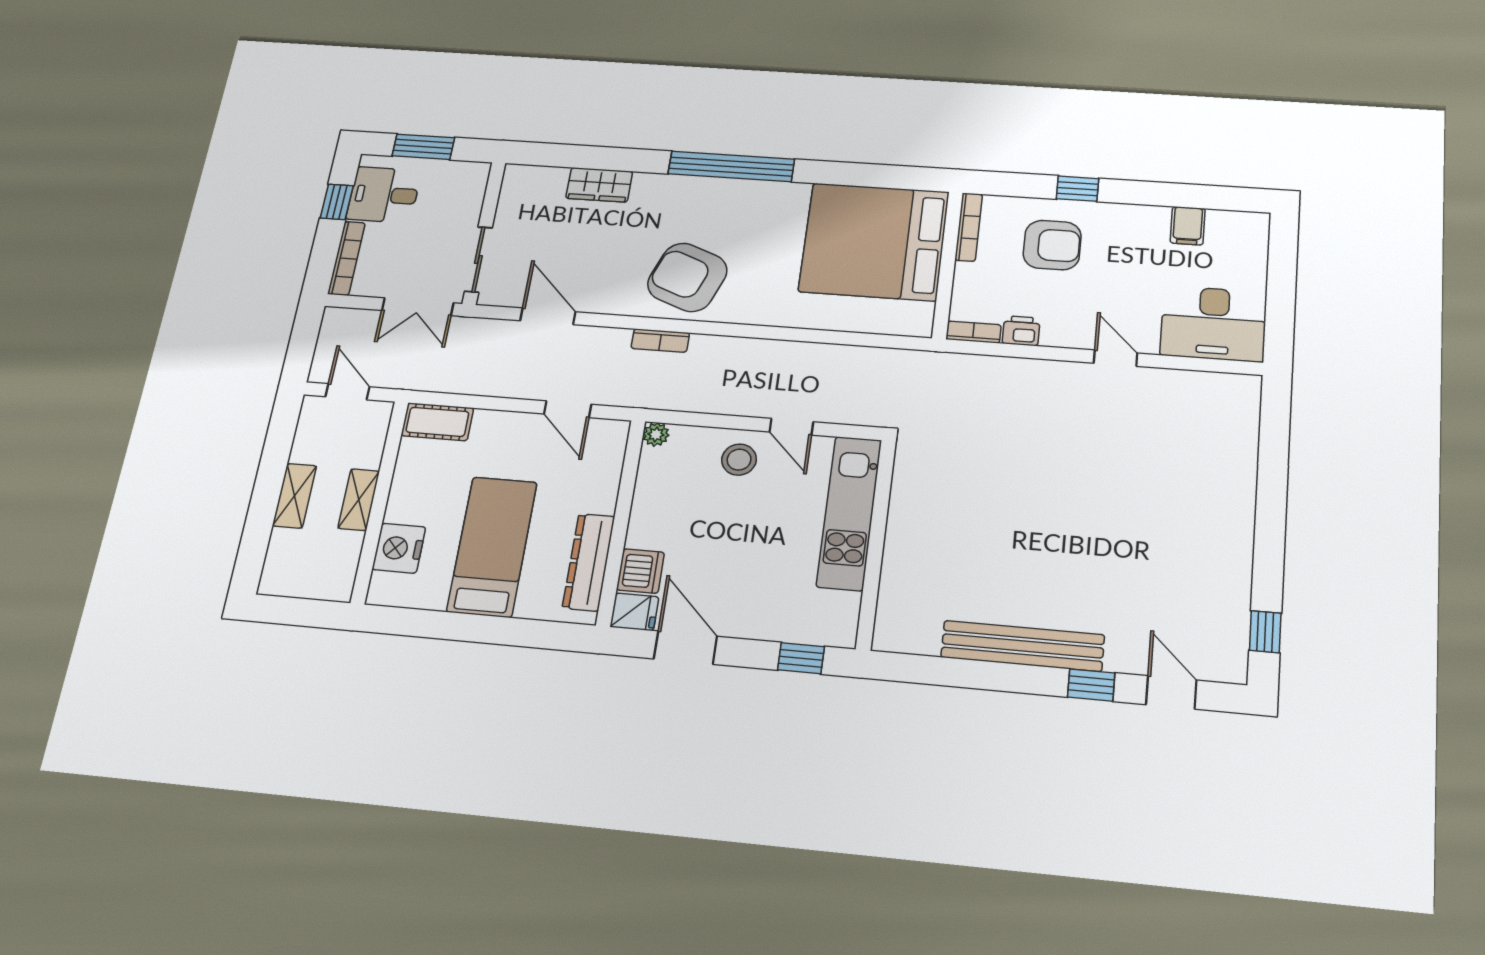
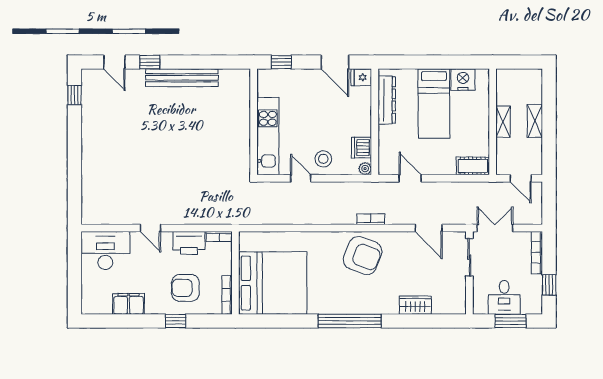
desk: (384, 195) -> (504, 297), moved, turned 90
filing cabinet: (1188, 226) -> (129, 304), width x2.00
printer: (1021, 331) -> (189, 243), width x1.87, depth x1.48
nightstand: (399, 548) -> (463, 80), moved, turned -90
dishwasher: (640, 571) -> (362, 148), moved

